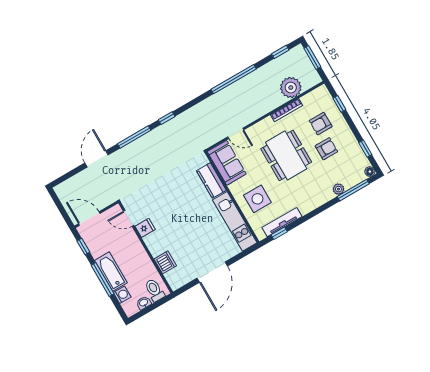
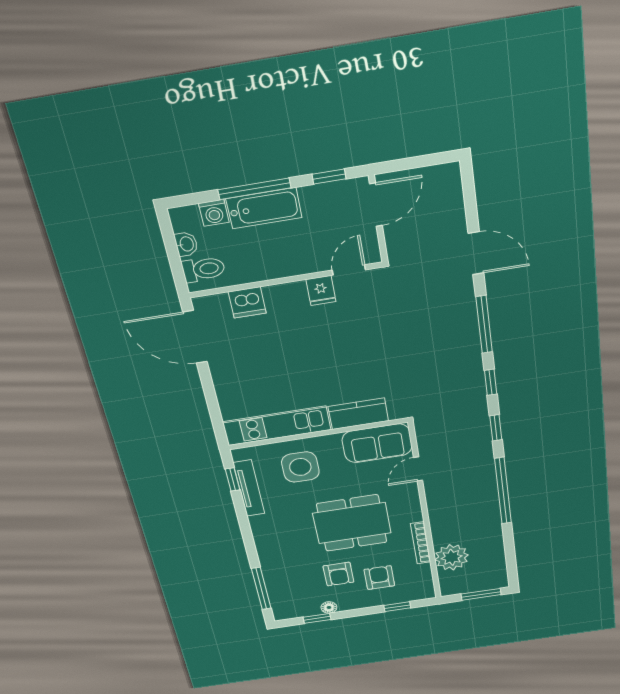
window: (280, 52) -> (496, 428), moved
floor lamp: (370, 172) -> (329, 607), moved
plant: (338, 189) -> (271, 572), removed
door: (212, 272) -> (195, 337), moved

